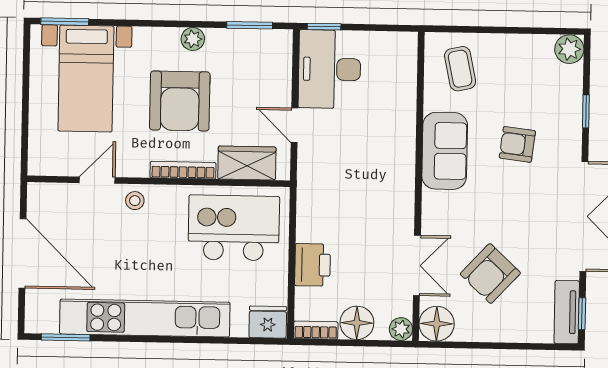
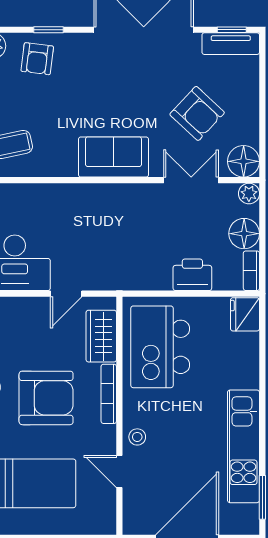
armchair: (517, 144) -> (37, 59), moved
sofa: (445, 151) -> (113, 157), moved
kitchen unit: (145, 318) -> (244, 446), width x0.73

